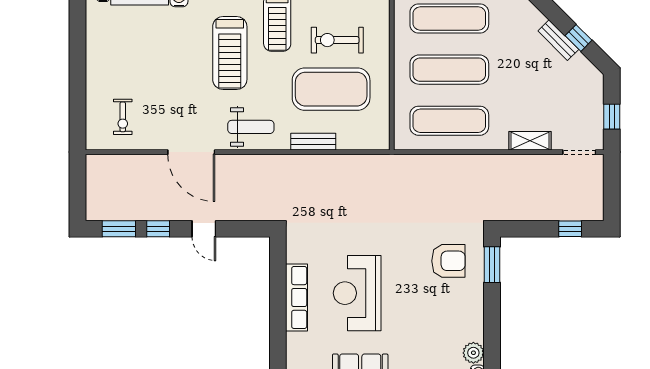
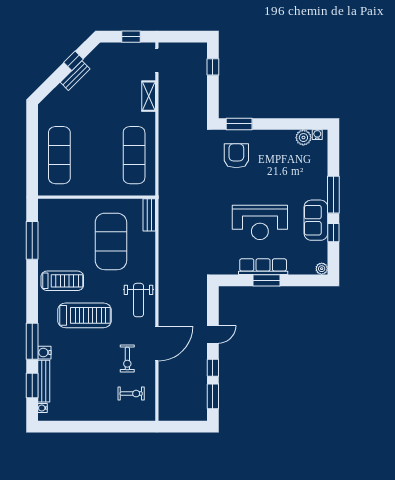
exercise bike: (337, 40) -> (127, 359), moved, width x0.73, depth x0.72
exercise mat: (449, 70) -> (97, 155), removed
weight bench: (251, 127) -> (139, 300), turned 180
bench: (313, 142) -> (149, 215), moved
window: (278, 302) -> (266, 280), added

